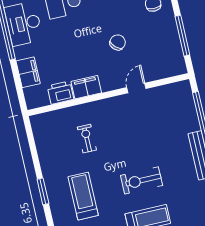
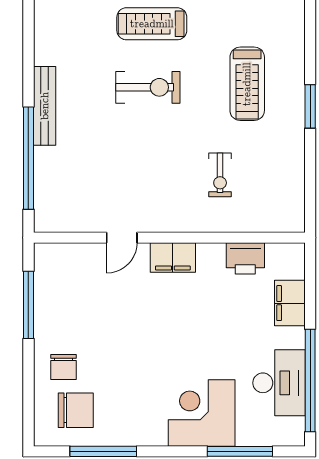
chair: (118, 42) -> (135, 318), removed
filing cabinet: (86, 87) -> (173, 258), moved

